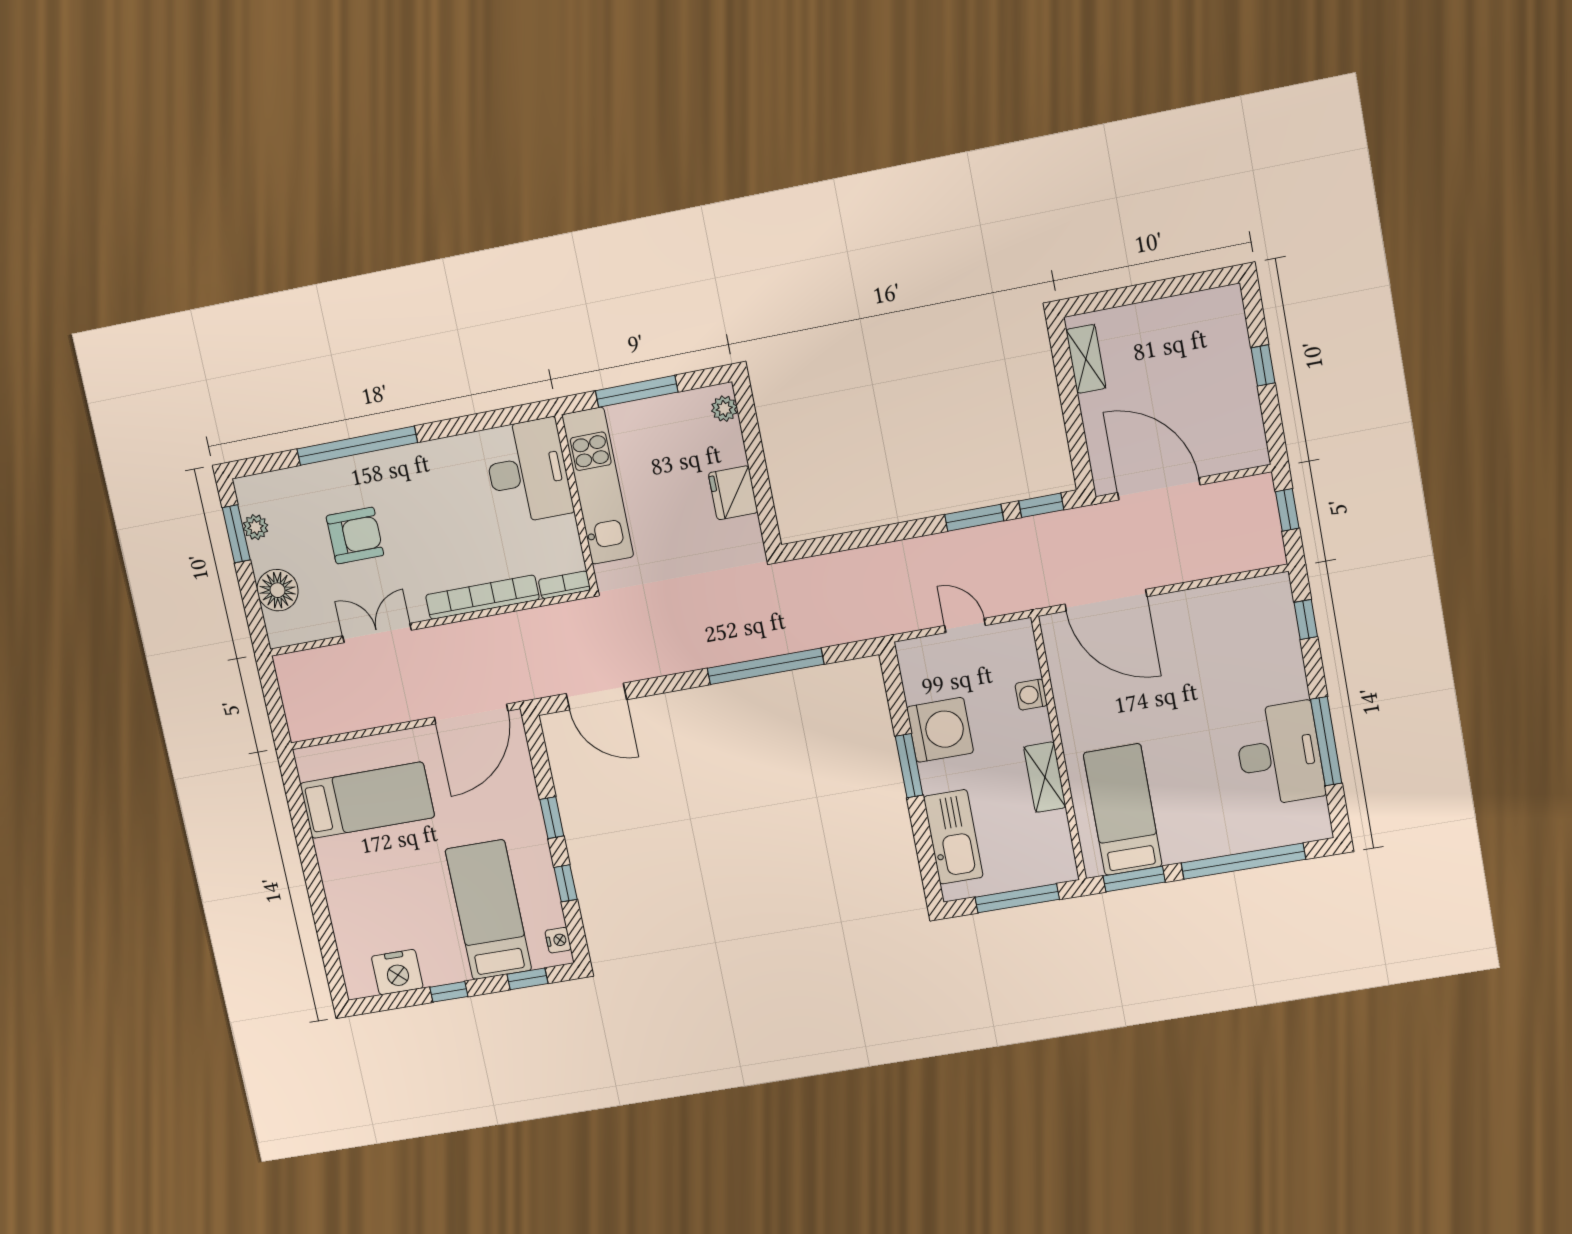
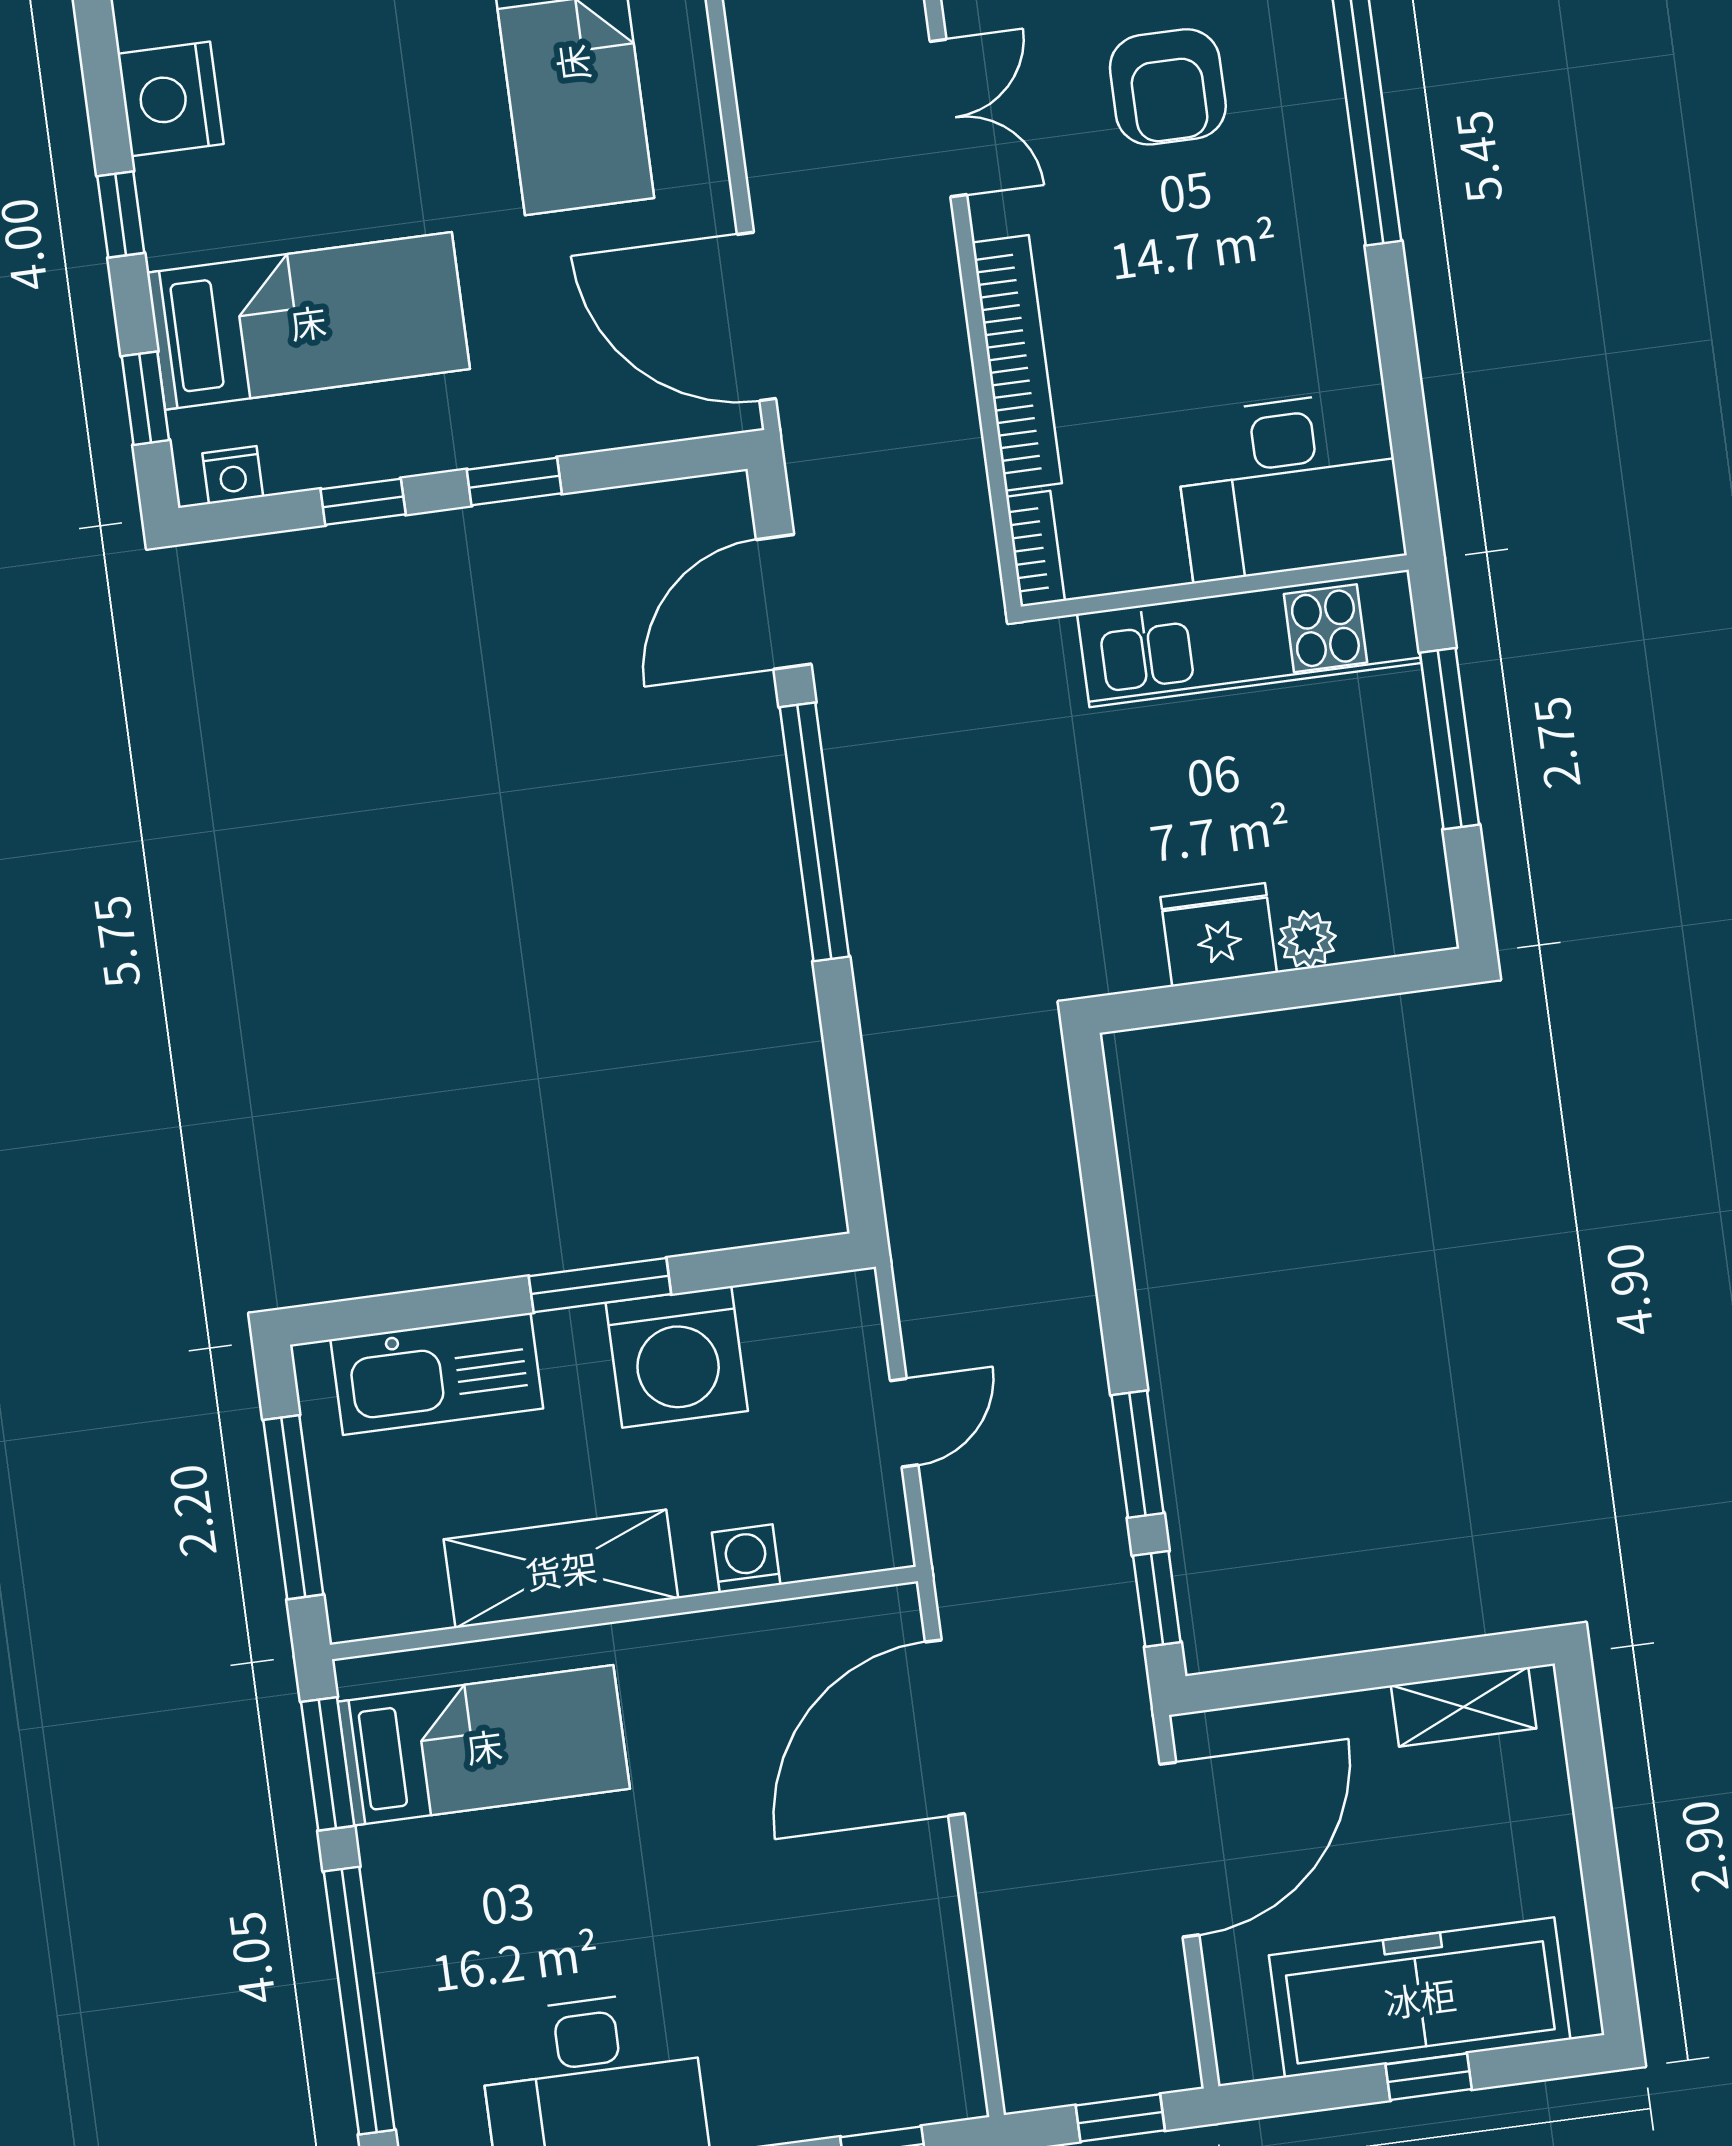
freezer: (1225, 372) -> (1420, 1997), added
plant: (724, 409) -> (1307, 940), moved
window: (766, 666) -> (814, 832), moved
shelving: (1045, 777) -> (561, 1569), width x1.50, depth x1.33

